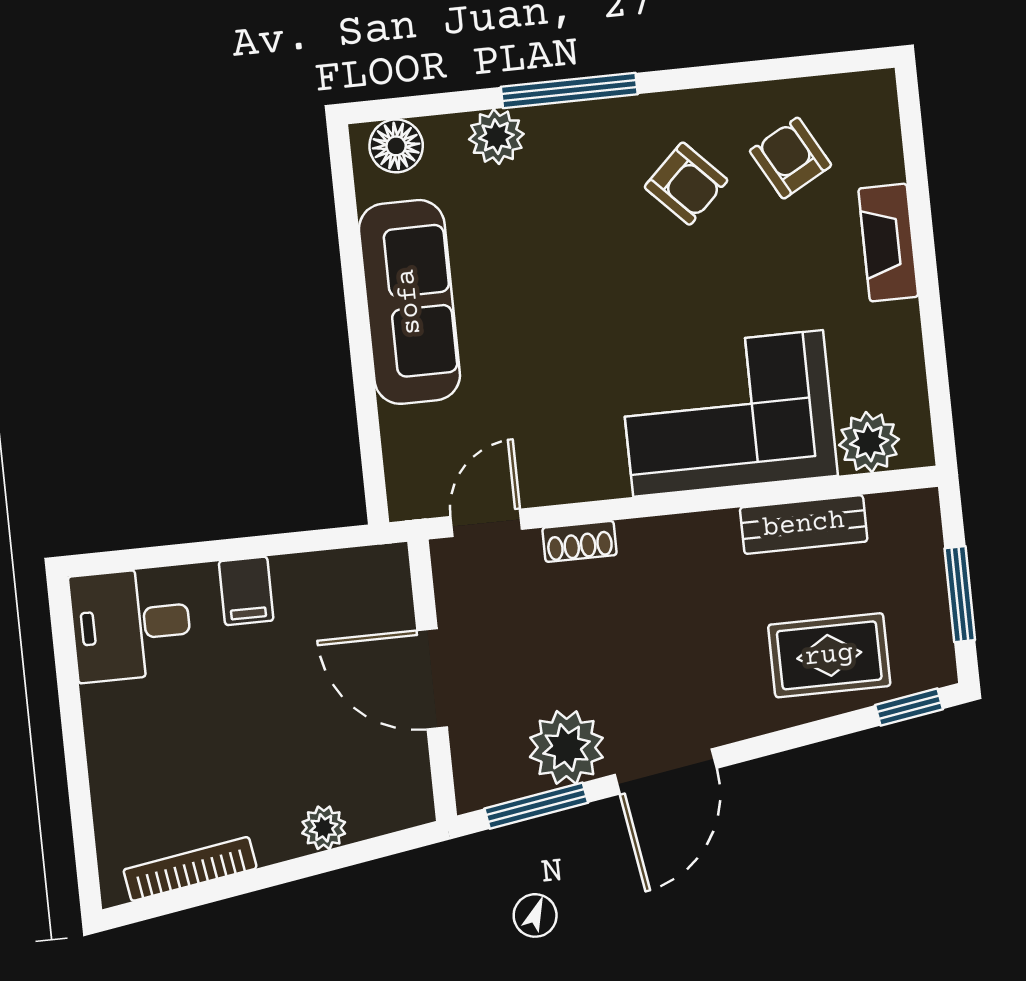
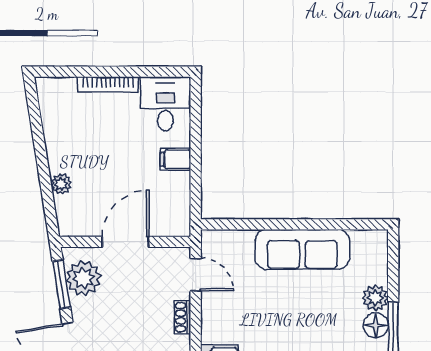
floor lamp: (396, 146) -> (376, 325), moved
plant: (566, 748) -> (83, 278), moved
bookcase: (190, 869) -> (108, 85), moved, turned 99

